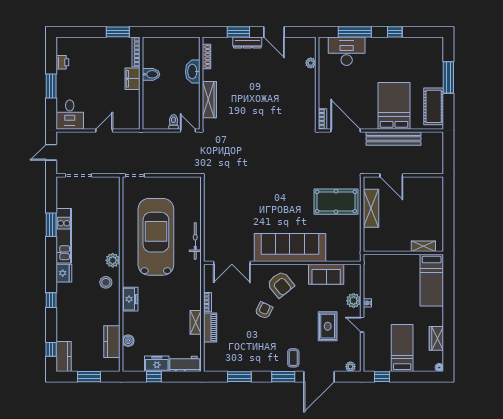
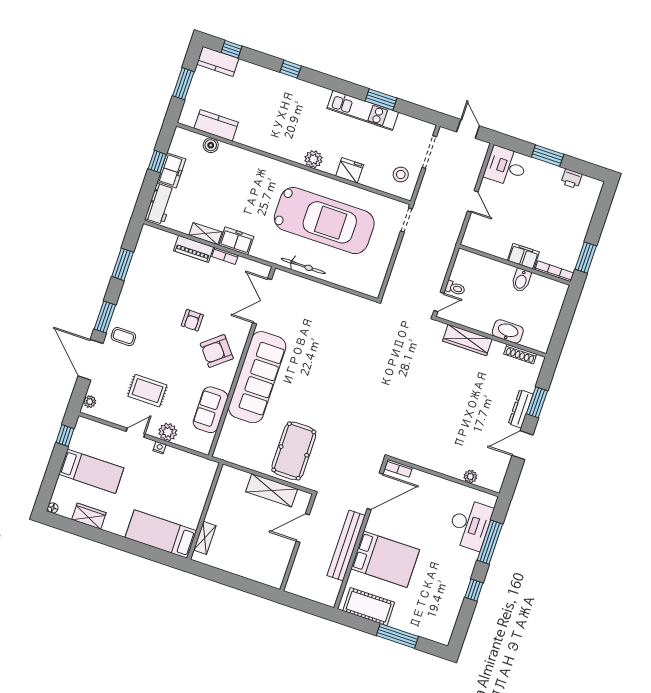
fridge: (64, 273) -> (350, 170), moved, turned 180
stool: (106, 282) -> (401, 175), moved
freezer: (130, 299) -> (236, 241), moved, turned 180
armchair: (264, 310) -> (192, 320), turned 64

